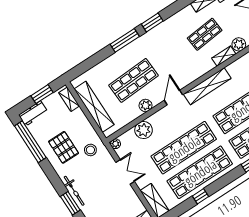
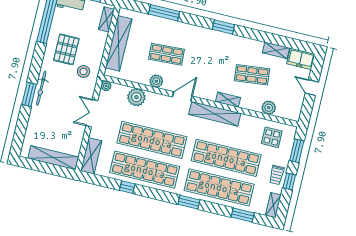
window: (125, 40) -> (164, 13), moved
shelving: (224, 56) -> (228, 100), moved
shop shelf: (134, 80) -> (167, 54), width x0.70, depth x0.74
double door: (125, 172) -> (92, 113), swing flipped

